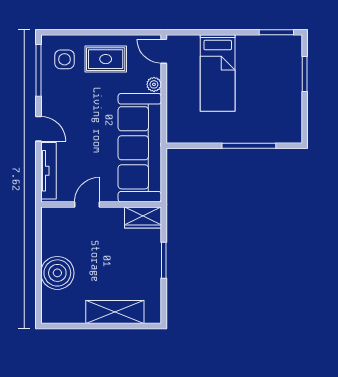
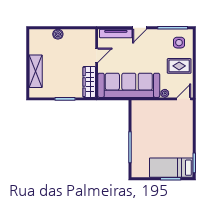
rug: (106, 59) -> (179, 66), turned 90
bed: (218, 73) -> (171, 168), moved
door: (87, 205) -> (97, 55), hinge flipped
wardrobe: (143, 218) -> (89, 82), width x1.50
boiler: (57, 273) -> (58, 34), width x0.54, depth x0.54

